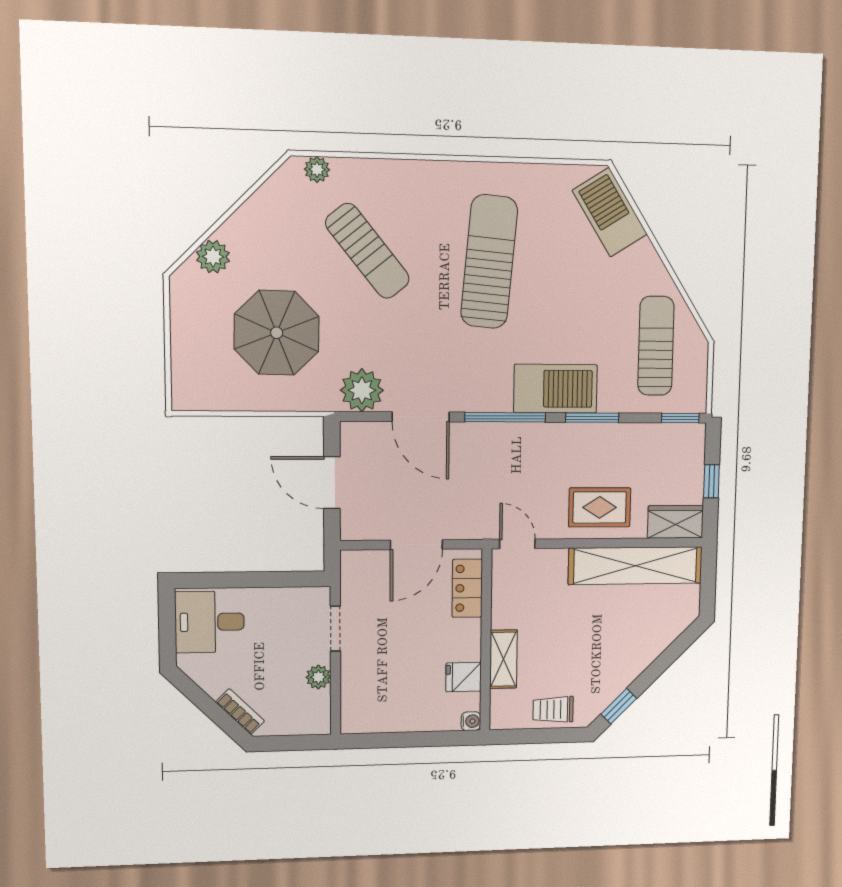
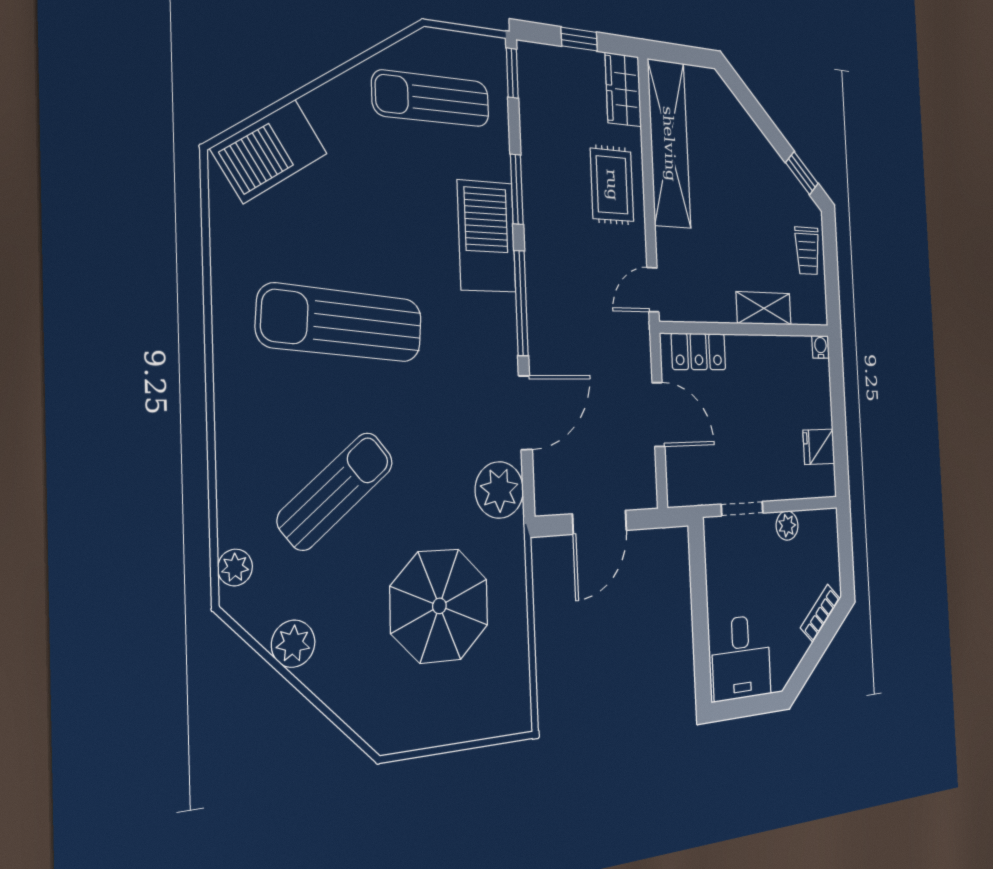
plant: (213, 257) -> (293, 644), moved
fridge: (464, 677) -> (819, 447), moved, turned 90

